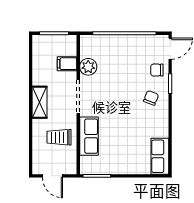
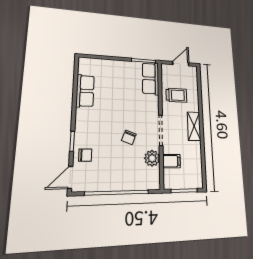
chair: (151, 98) -> (129, 137), moved
row of seats: (89, 136) -> (151, 79), moved
row of seats: (160, 156) -> (85, 91), moved
door: (52, 176) -> (181, 64), hinge flipped

